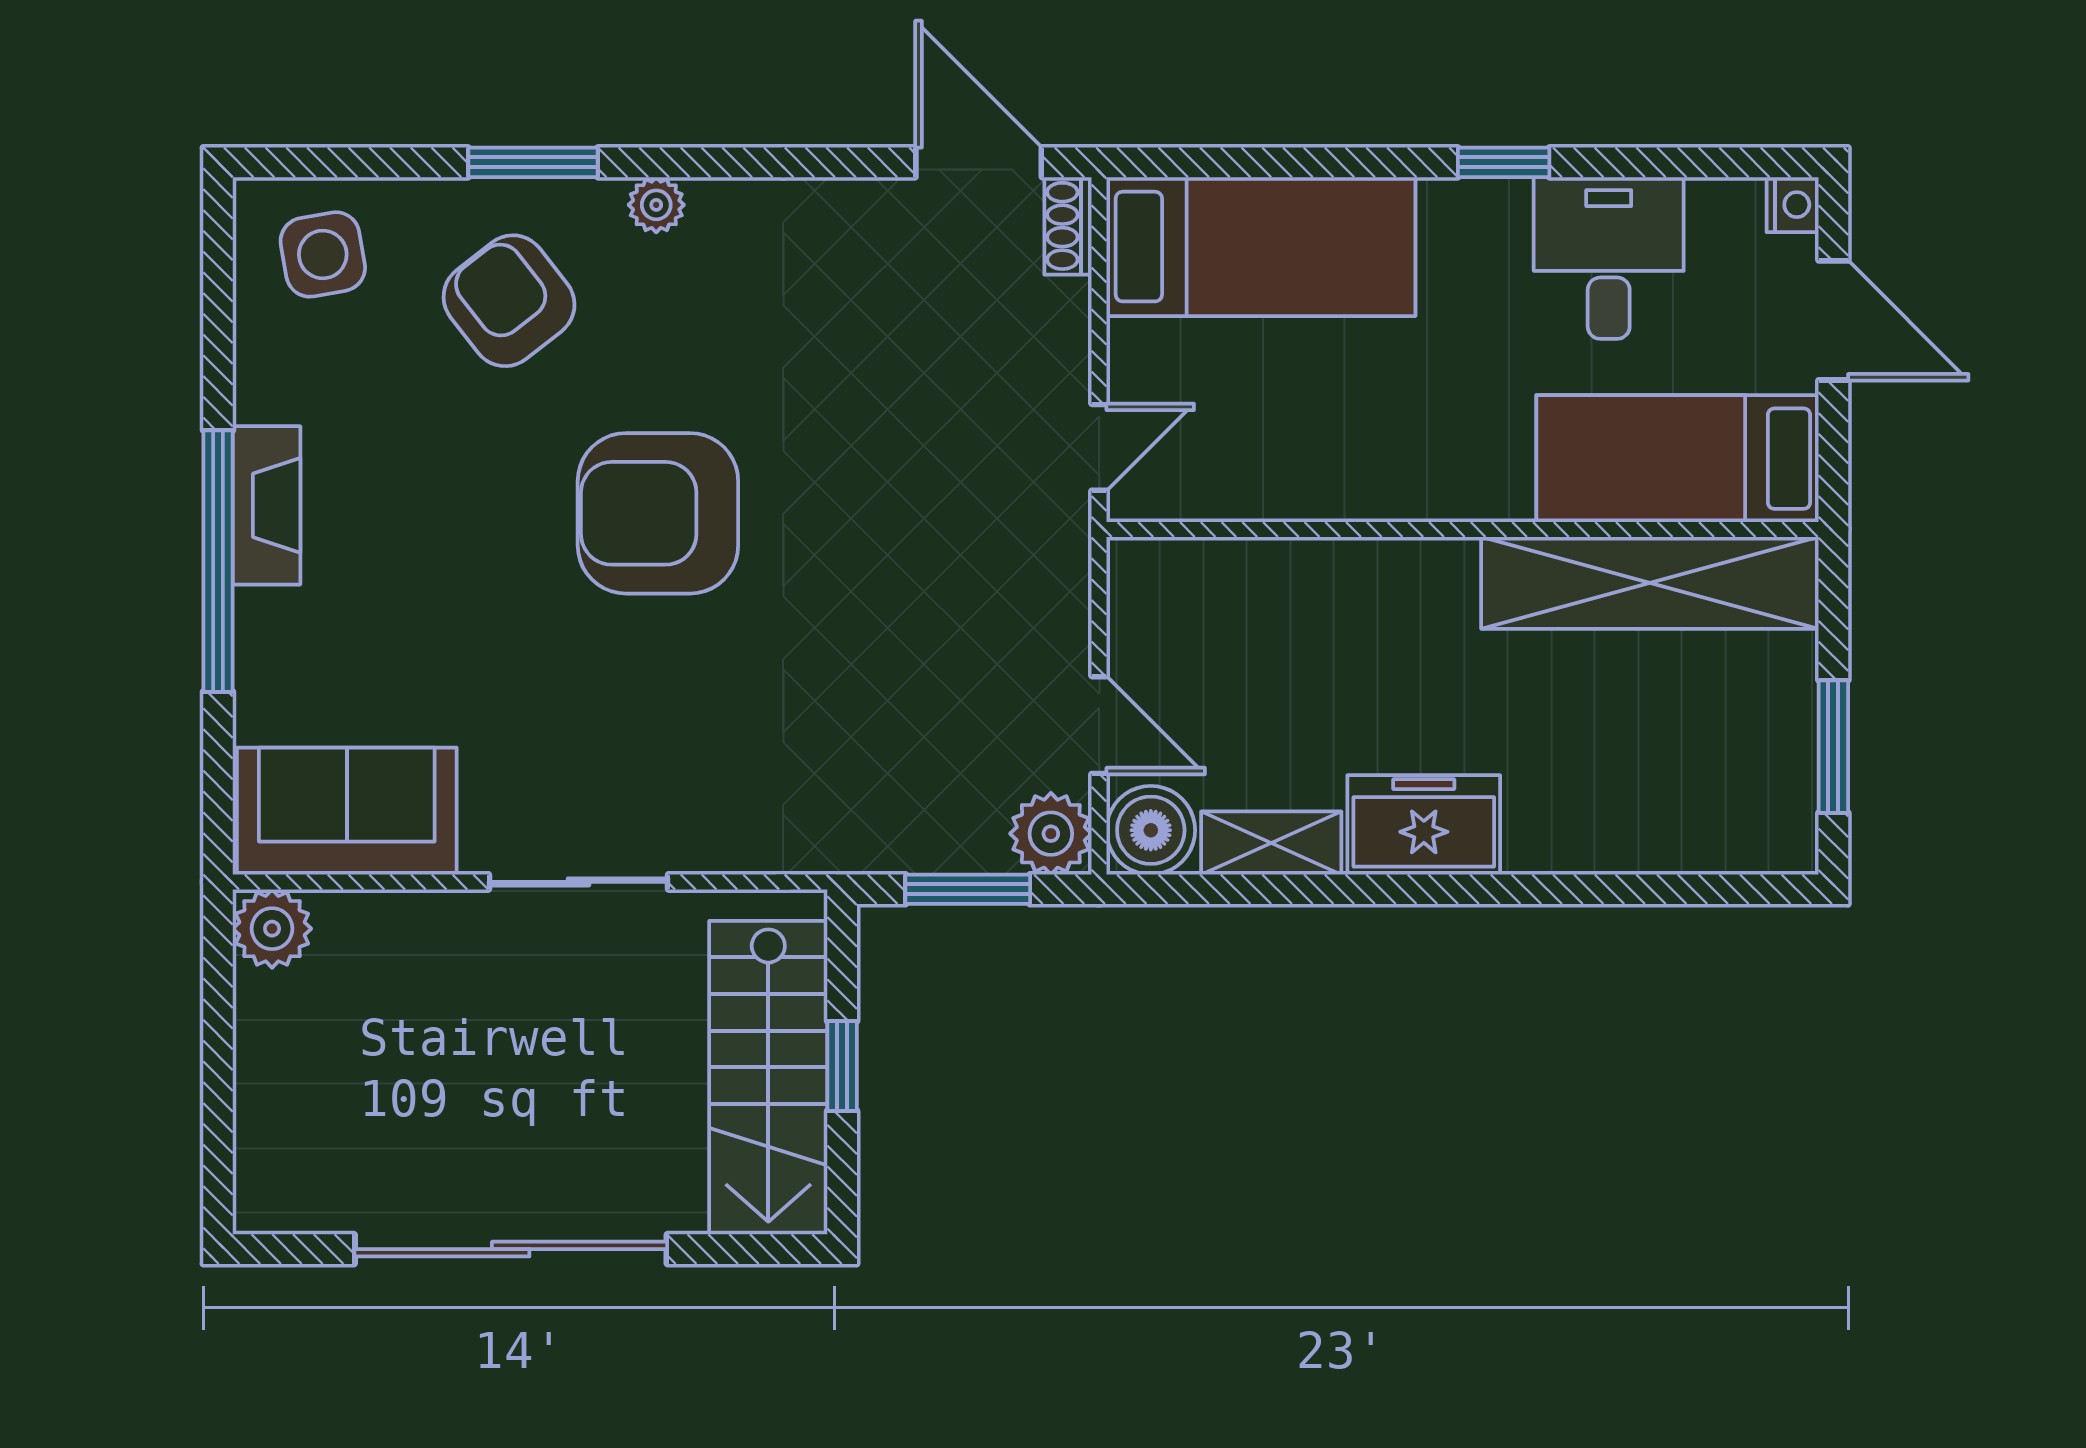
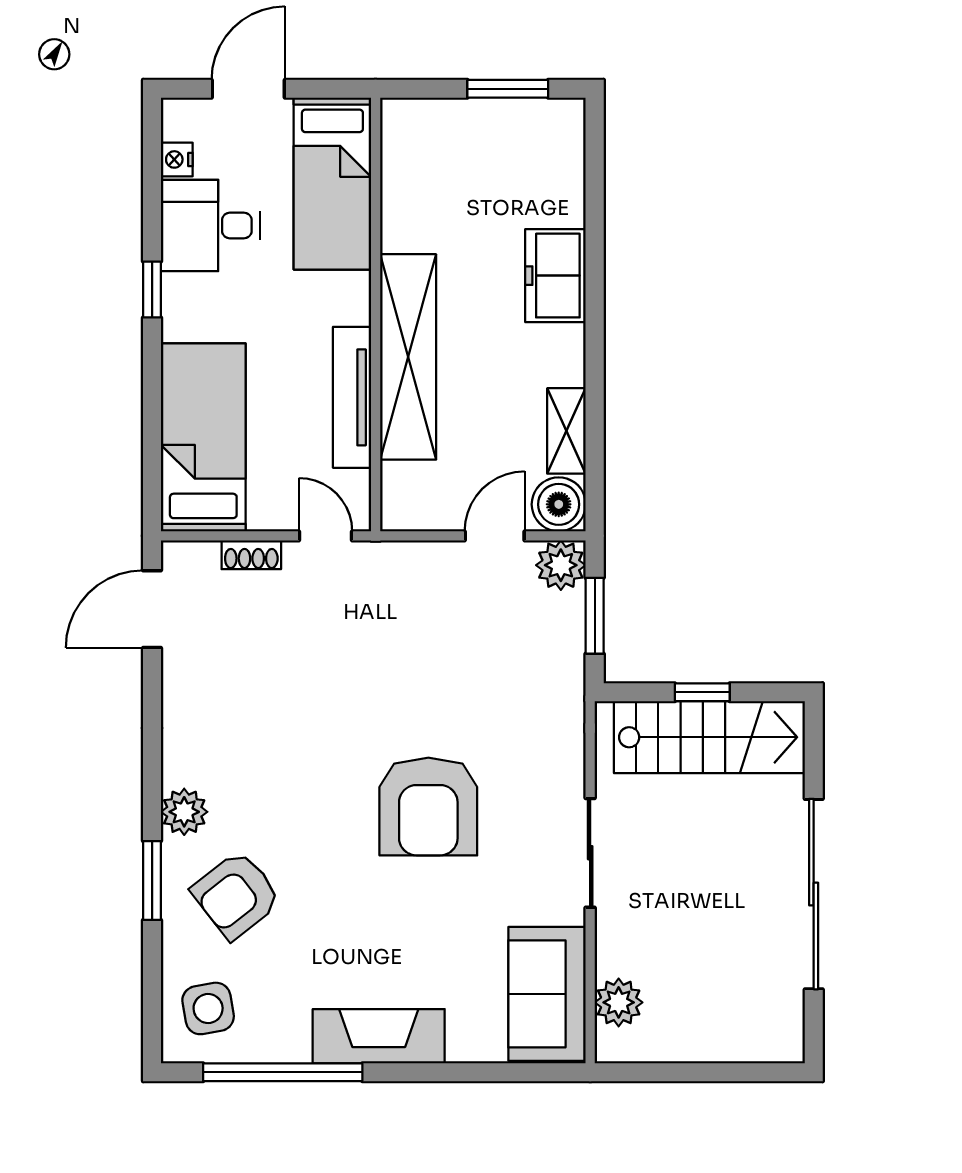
plant: (656, 205) -> (184, 812), width x1.38, depth x1.38
nightstand: (1793, 205) -> (177, 159), moved, turned -90
shoe rack: (1068, 226) -> (251, 555), moved
tv unit: (1326, 491) -> (352, 397), added
fireplace: (267, 505) -> (379, 1036), width x1.37, depth x1.32
armchair: (658, 513) -> (428, 807), moved
window: (218, 561) -> (283, 1072), moved
shelving: (1650, 583) -> (408, 357), moved
freezer: (1424, 825) -> (555, 276), moved
plant: (272, 929) -> (619, 1002), moved

